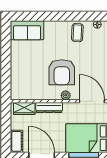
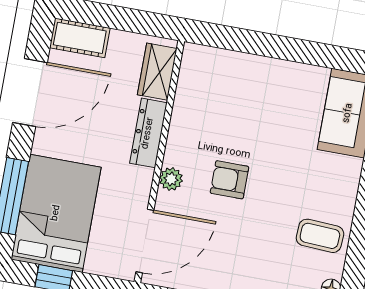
armchair: (62, 72) -> (230, 180), width x0.53, depth x0.53

